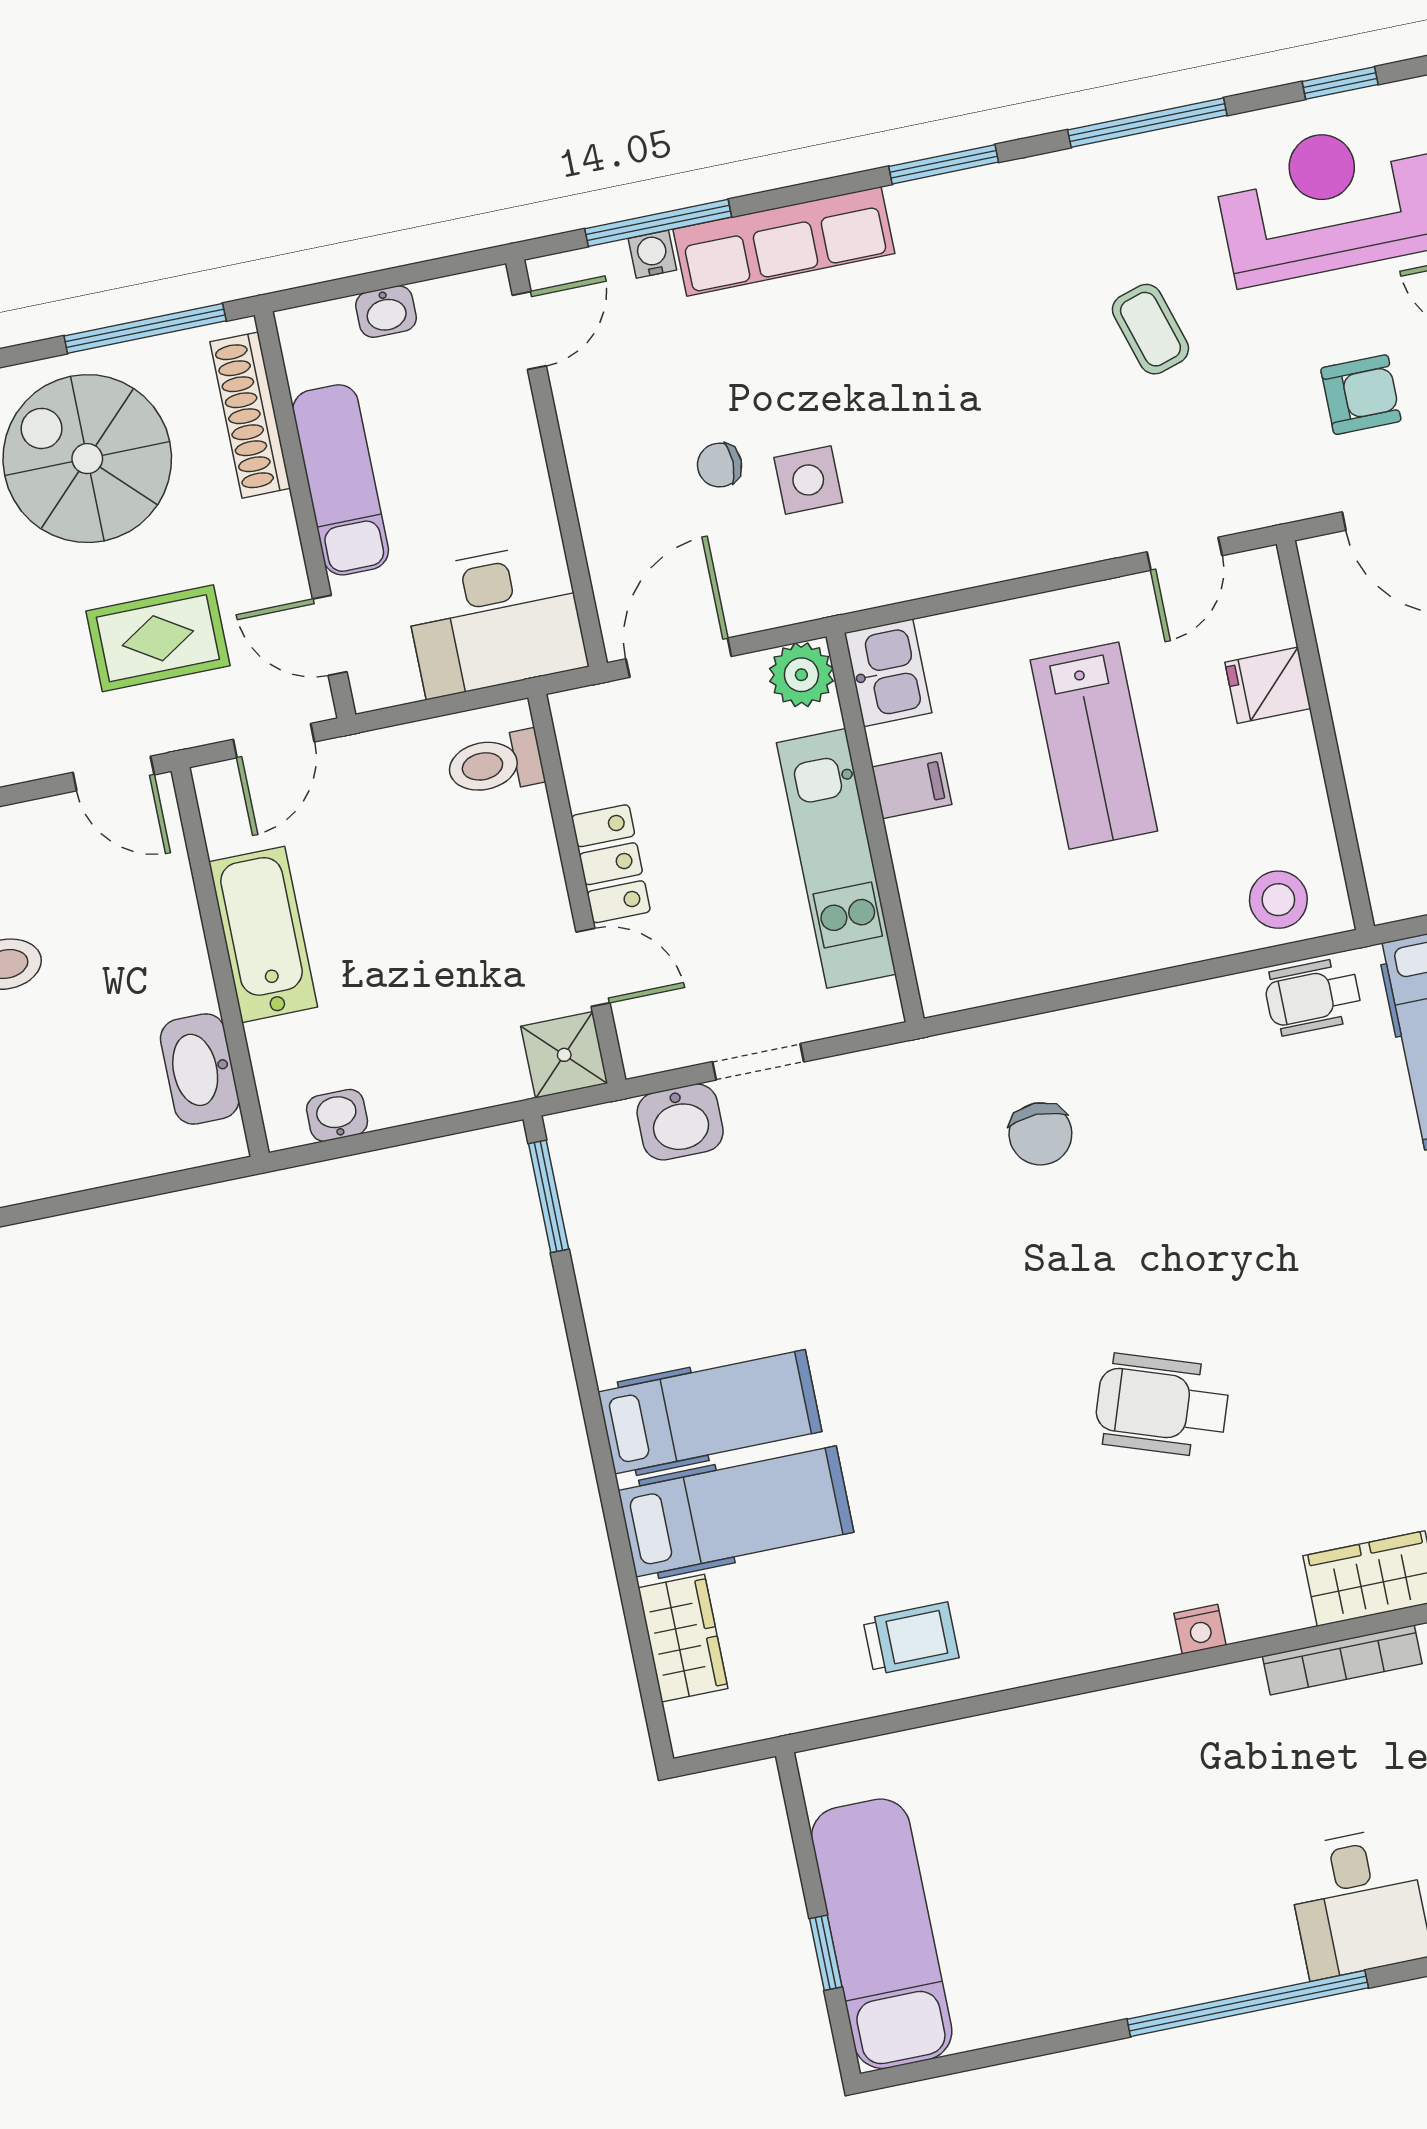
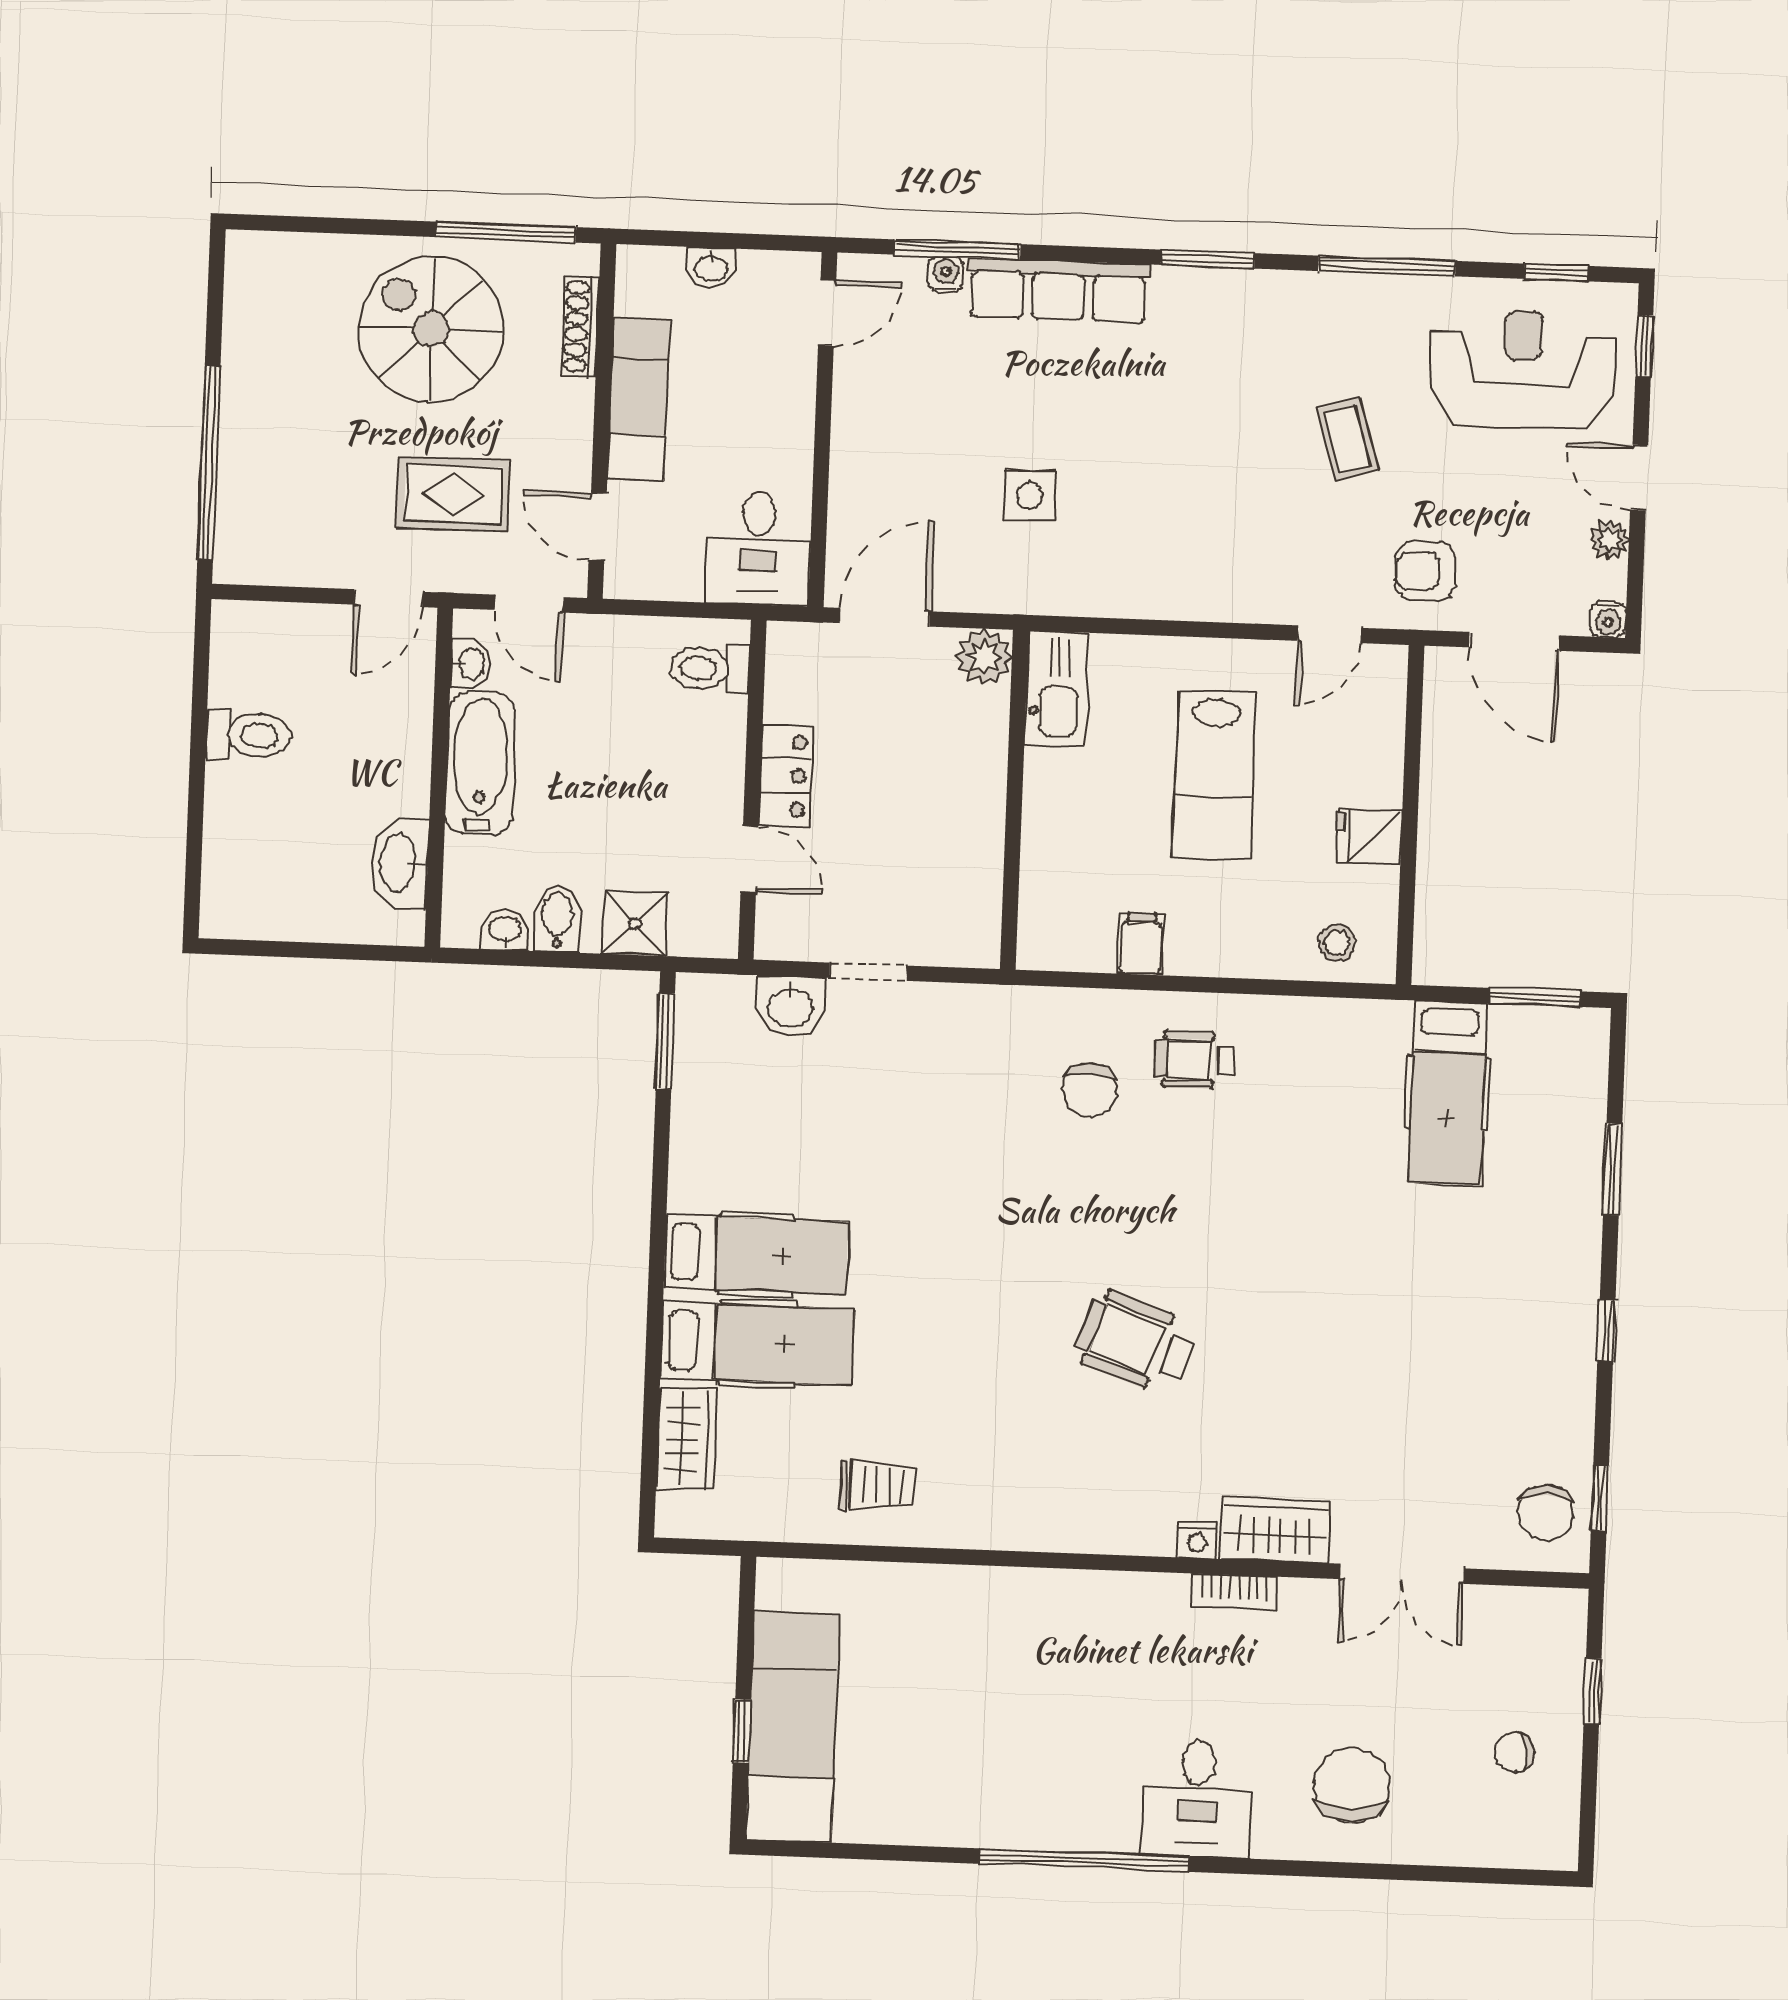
armchair: (1361, 395) -> (1425, 571), moved, turned 180
shoe rack: (250, 415) -> (580, 326), width x0.74, depth x0.81
chair: (720, 465) -> (959, 465), removed
desk: (495, 620) -> (758, 548), width x0.73
kitchen sink: (888, 673) -> (1056, 689), width x1.38
fridge: (1268, 685) -> (1369, 837), moved
door: (274, 741) -> (529, 604), hinge flipped
door: (114, 774) -> (388, 598), hinge flipped
filing cabinet: (912, 786) -> (1141, 944), moved, turned -90
washbasin: (225, 824) -> (471, 664), added
kitchen unit: (836, 858) -> (975, 818), removed
stool: (1278, 900) -> (1337, 943), width x0.73, depth x0.73
wheelchair: (1313, 997) -> (1195, 1060), moved
shower: (564, 1055) -> (635, 923), moved
bidet: (393, 1088) -> (558, 919), added
nightstand: (1200, 1629) -> (1197, 1540), moved
bookcase: (1342, 1660) -> (1234, 1592), width x0.64

